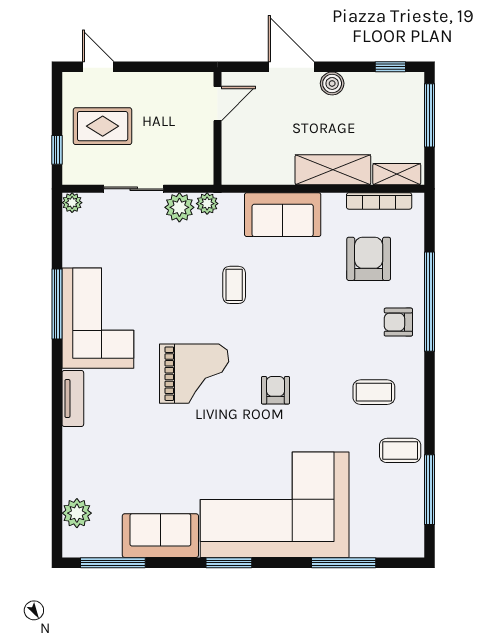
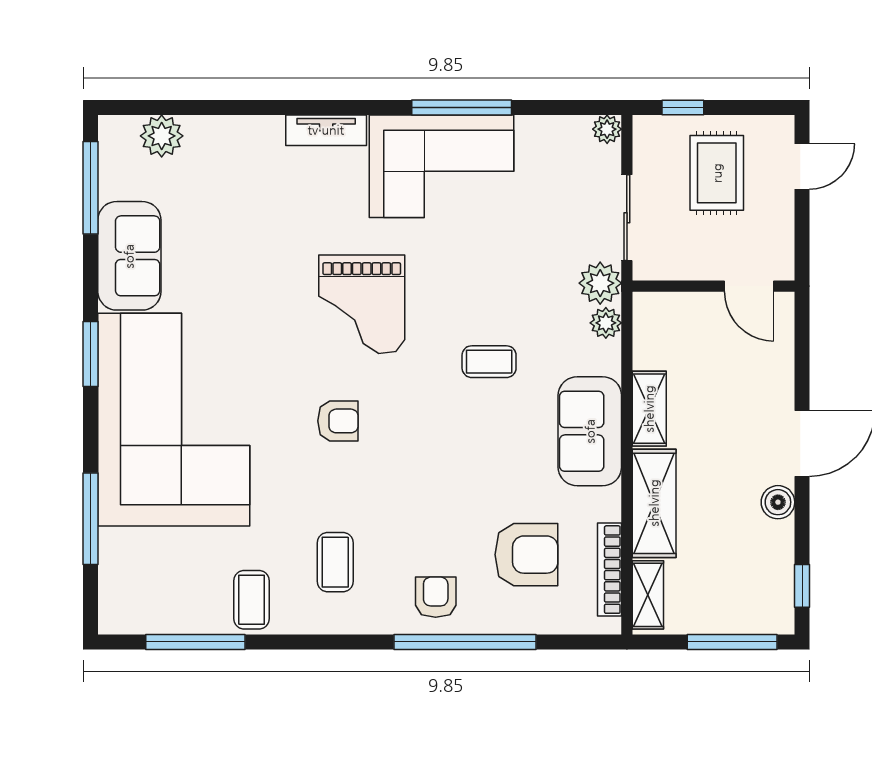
door: (218, 104) -> (749, 286), moved
wall: (218, 128) -> (714, 286), moved
shelving: (267, 173) -> (649, 409), added

